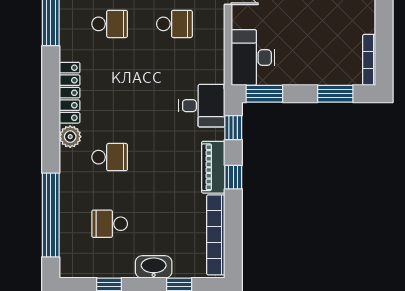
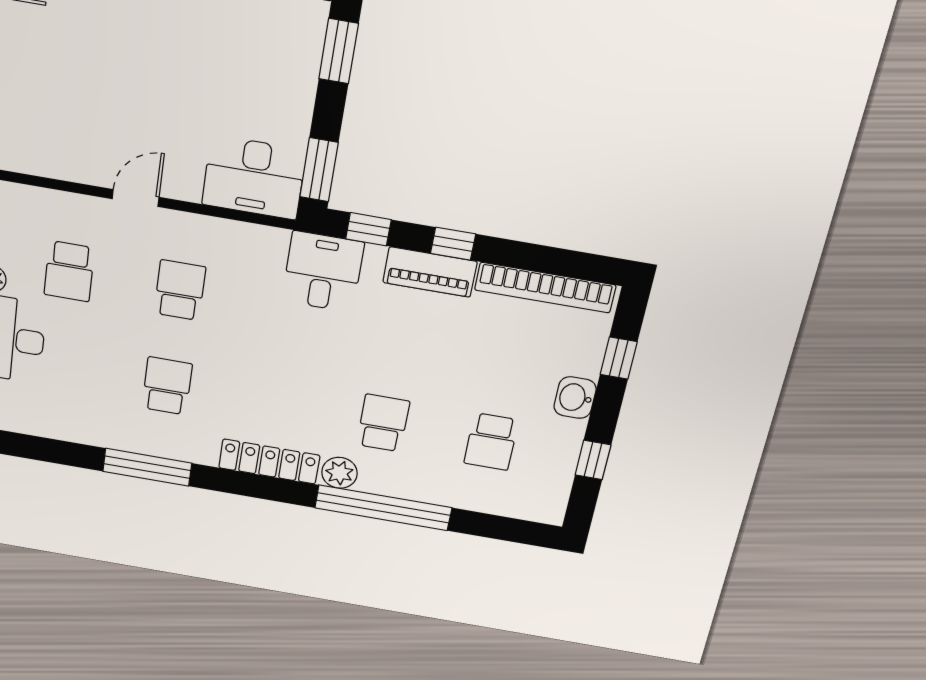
window: (51, 215) -> (383, 508), moved
washbasin: (154, 267) -> (575, 398), width x0.72

